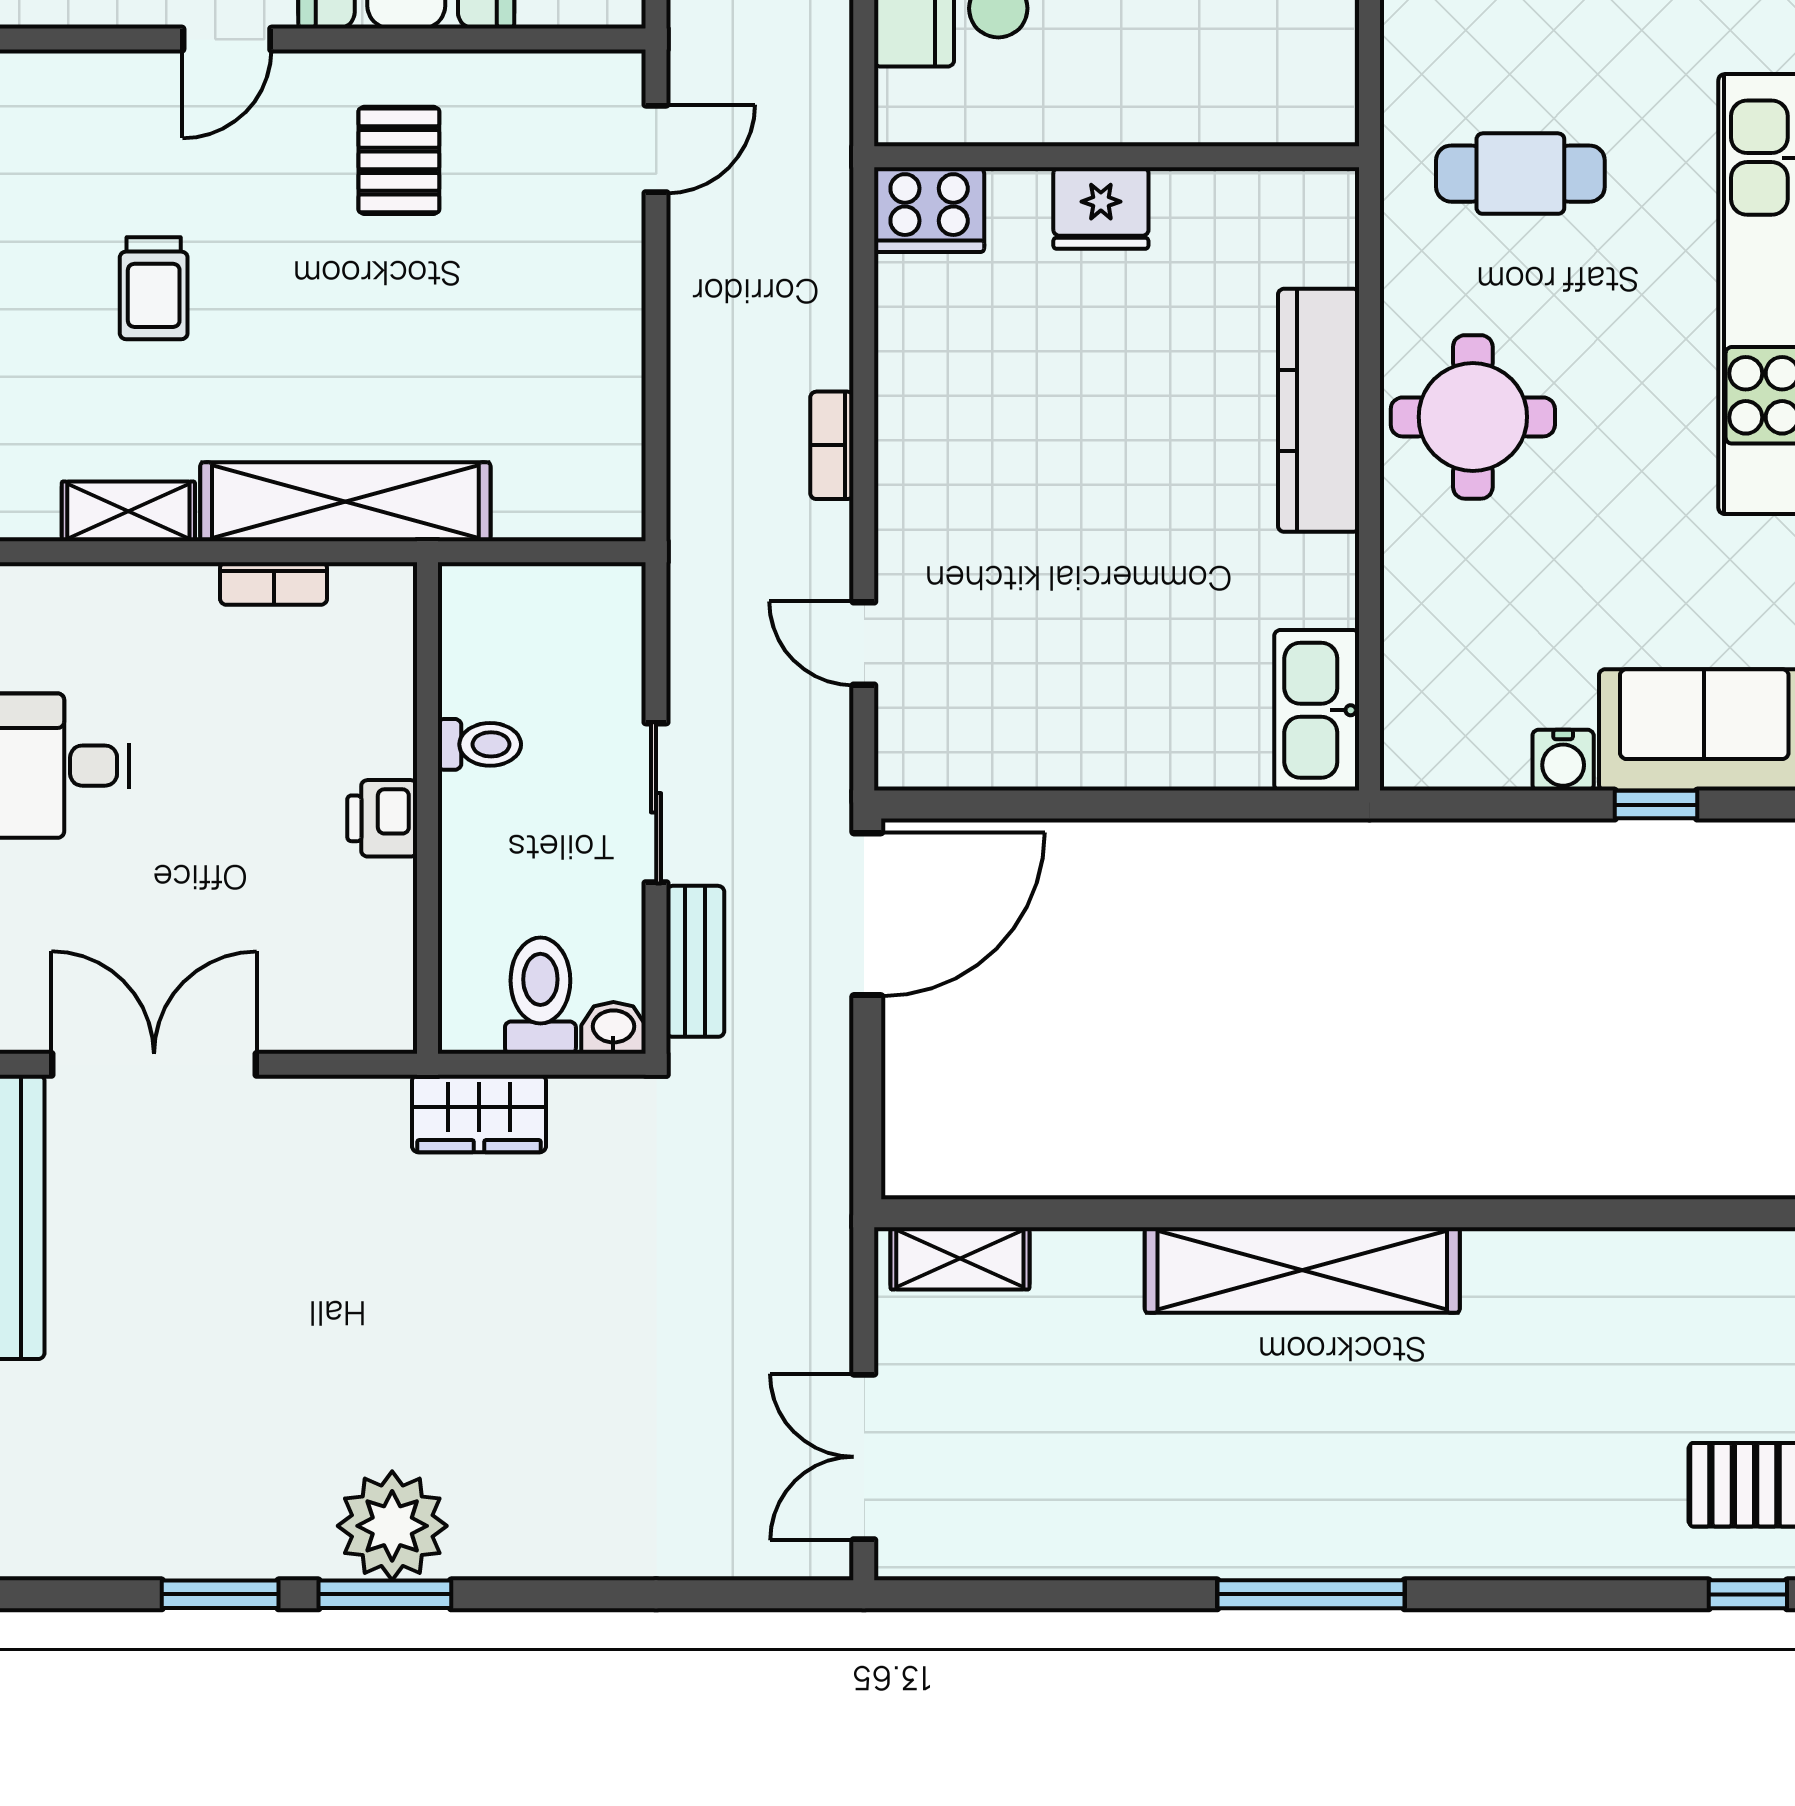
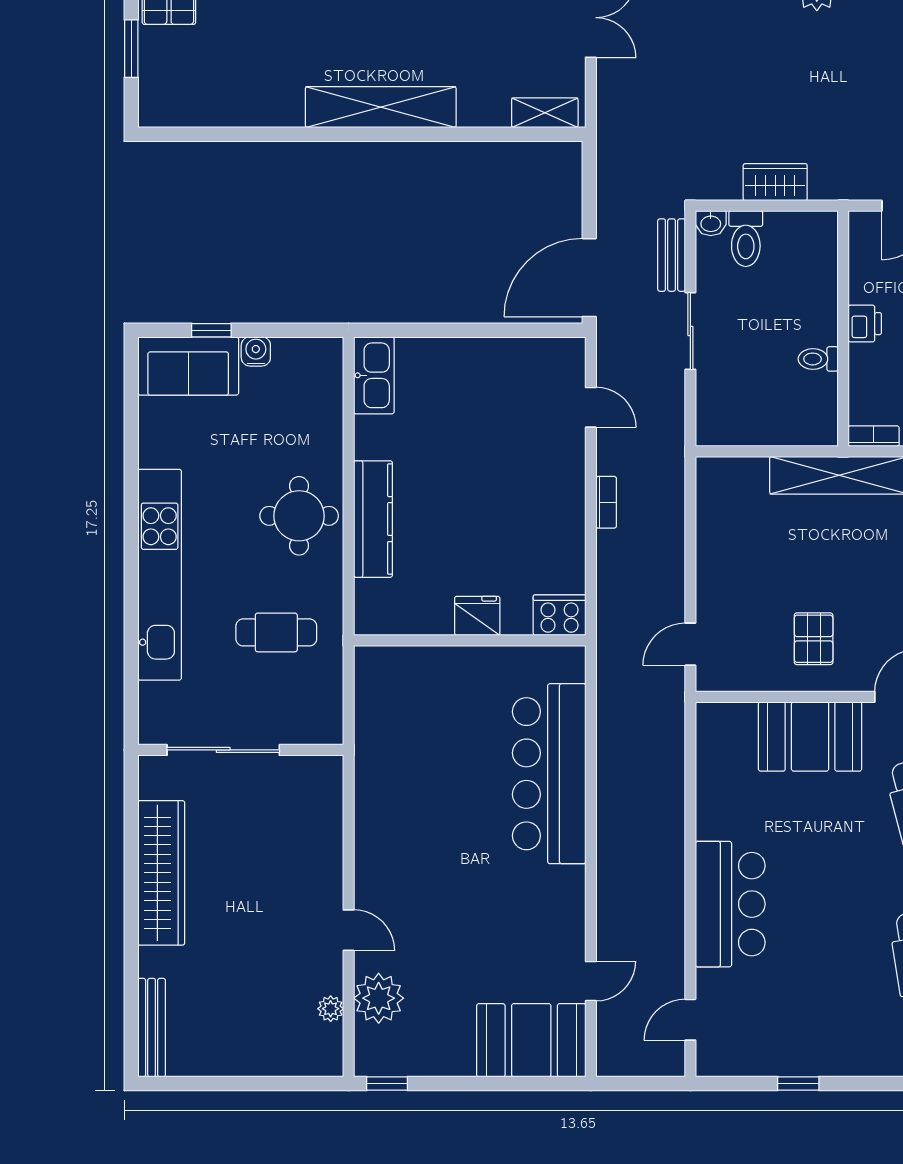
toilet: (479, 744) -> (818, 359), moved
wall: (427, 808) -> (843, 328), moved
printer: (382, 818) -> (865, 324), moved

